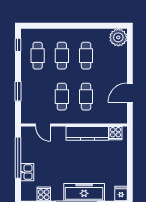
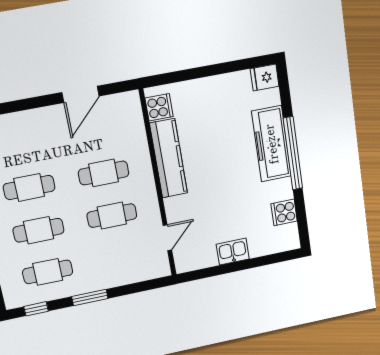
window: (18, 91) -> (90, 297), moved
door: (130, 93) -> (80, 94), hinge flipped
window: (18, 158) -> (230, 268), removed
kitchen sink: (27, 172) -> (233, 252), moved

